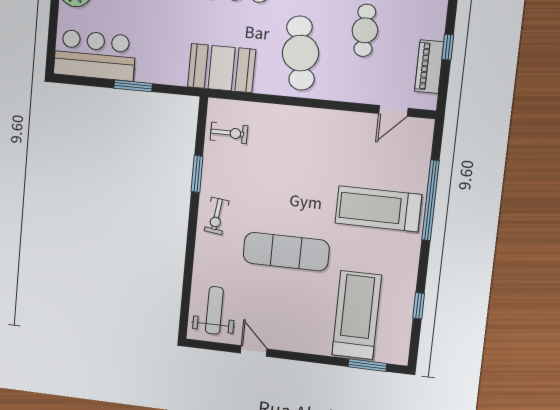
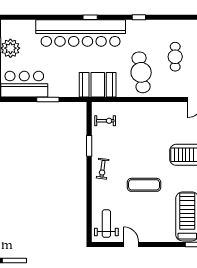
exercise mat: (286, 252) -> (144, 185), width x0.73, depth x0.69

